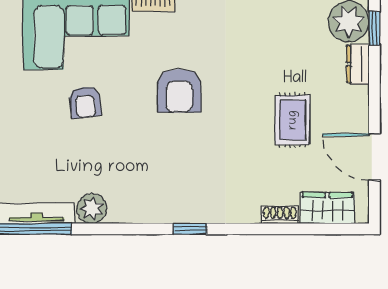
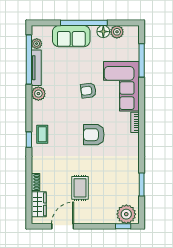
dresser: (358, 64) -> (106, 219), removed
rug: (293, 120) -> (80, 188), turned 90
coffee table: (178, 200) -> (42, 134), added

